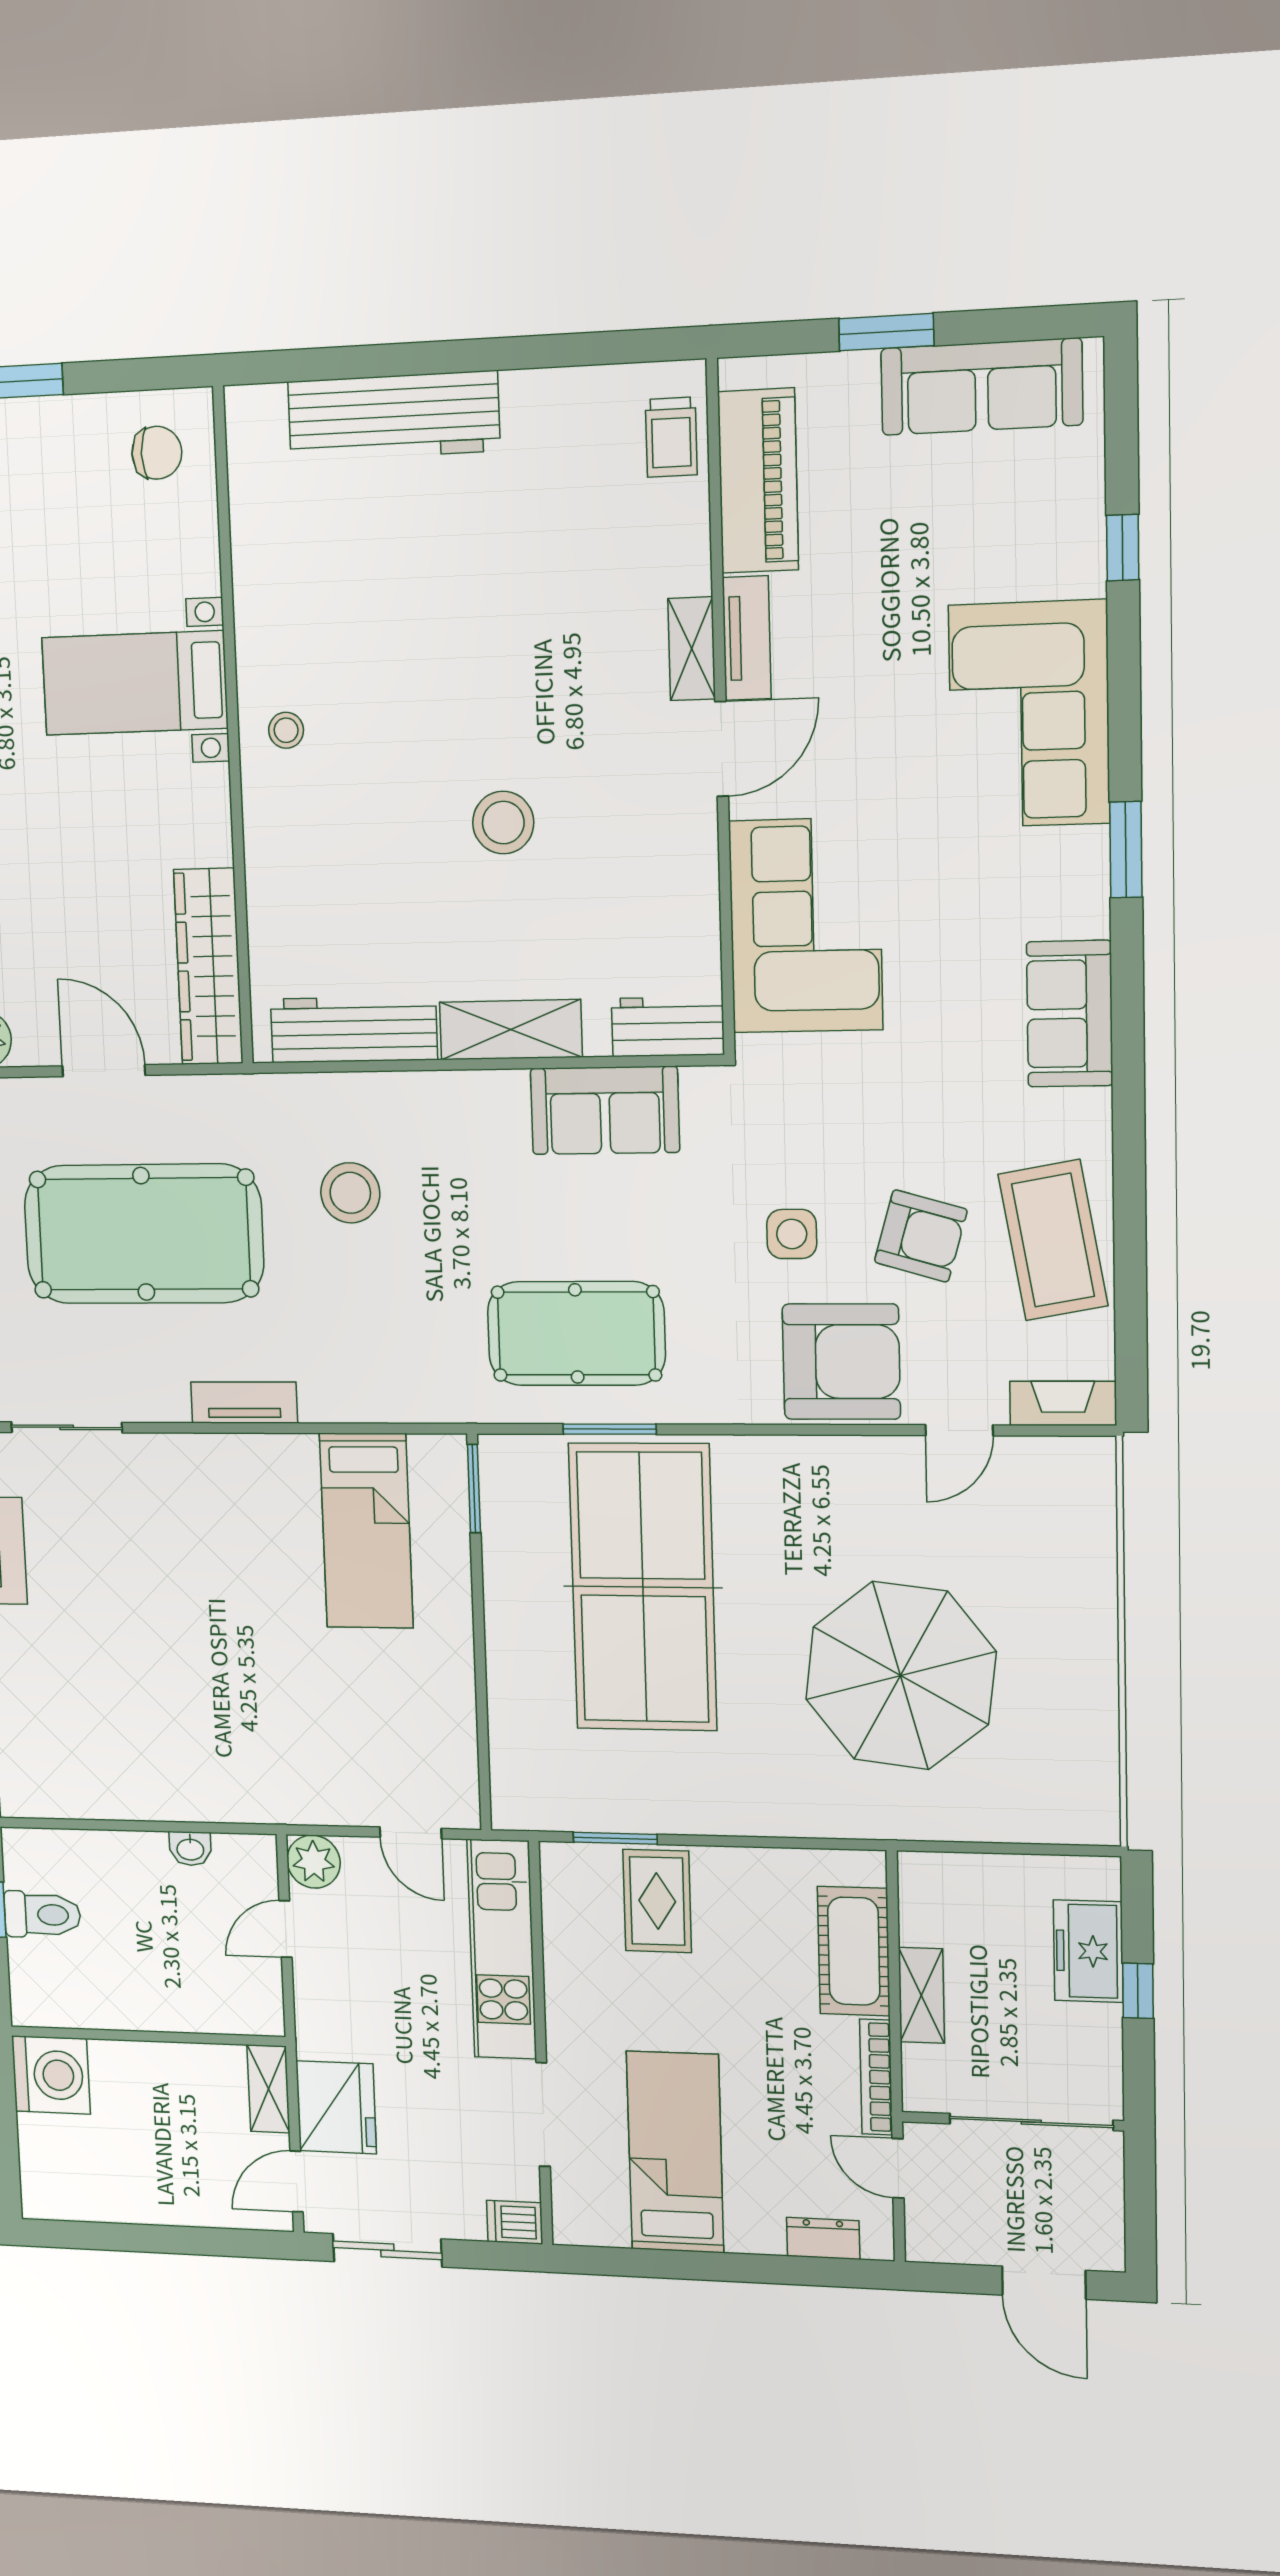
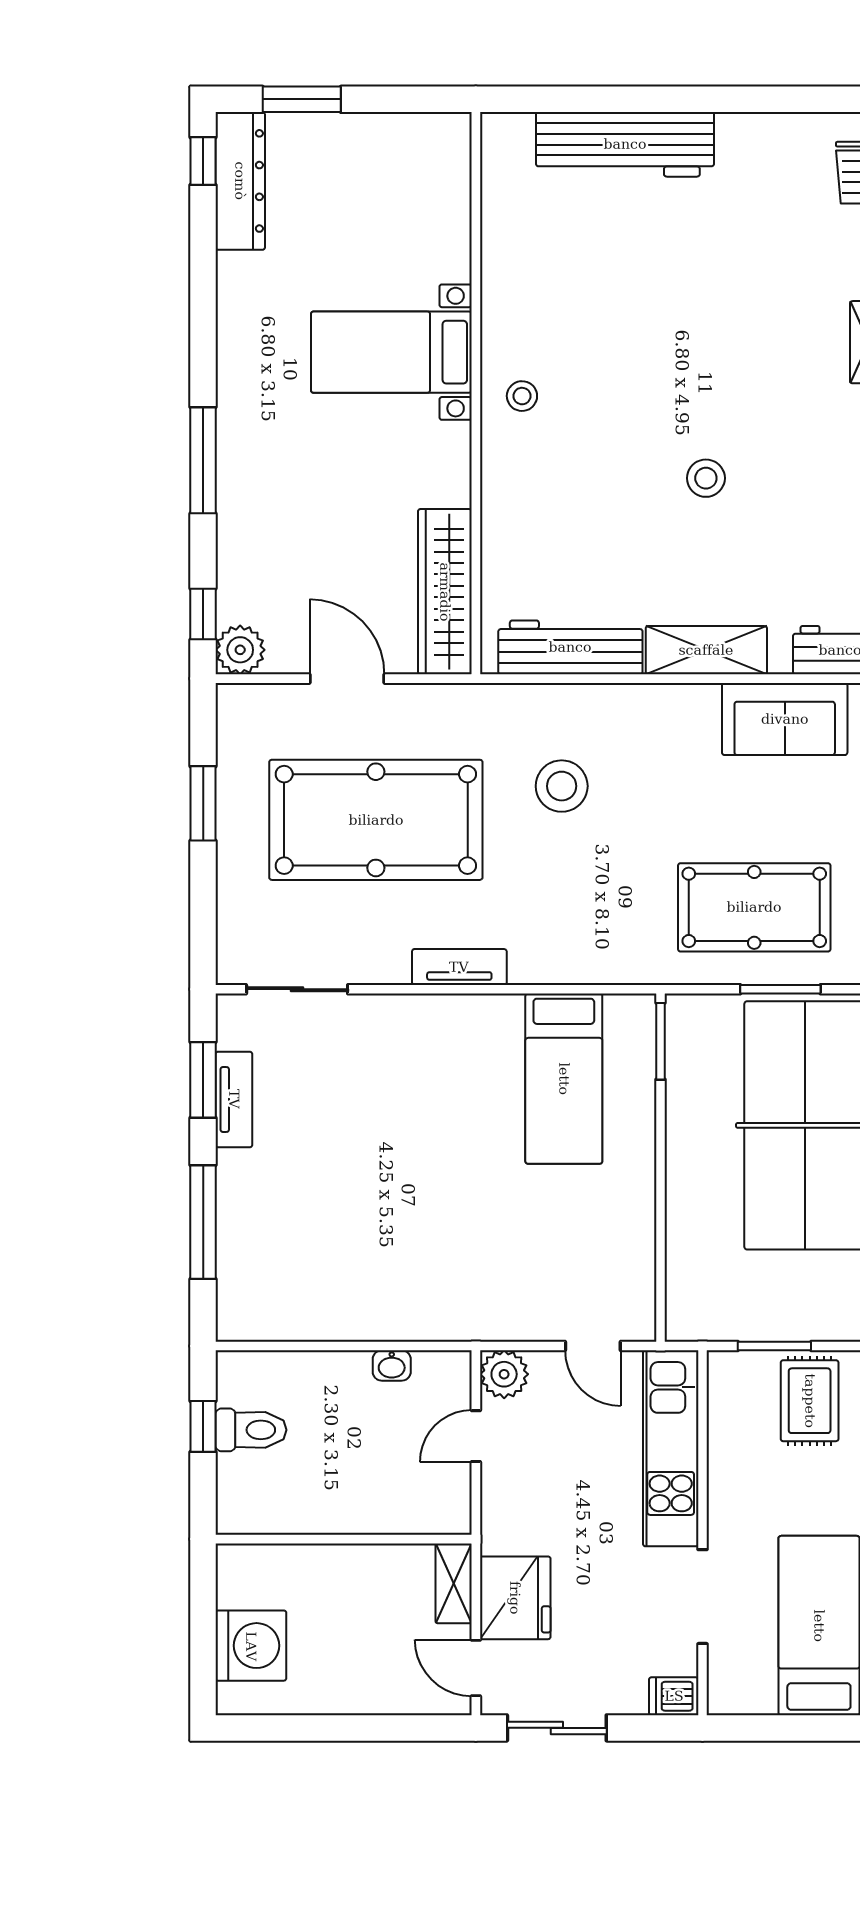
chair: (157, 453) -> (420, 164), removed
stool: (503, 823) -> (706, 478), width x0.73, depth x0.73
washing machine: (51, 2075) -> (251, 1646), moved
door: (297, 2181) -> (476, 1668), hinge flipped

